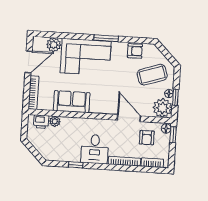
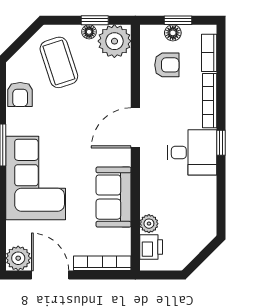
plant: (54, 45) -> (18, 258), moved
armchair: (135, 51) -> (20, 94), turned 180
door: (129, 118) -> (135, 128), moved
floor lamp: (166, 128) -> (173, 33), moved
window: (173, 135) -> (178, 20), moved
window: (76, 165) -> (221, 143), moved

